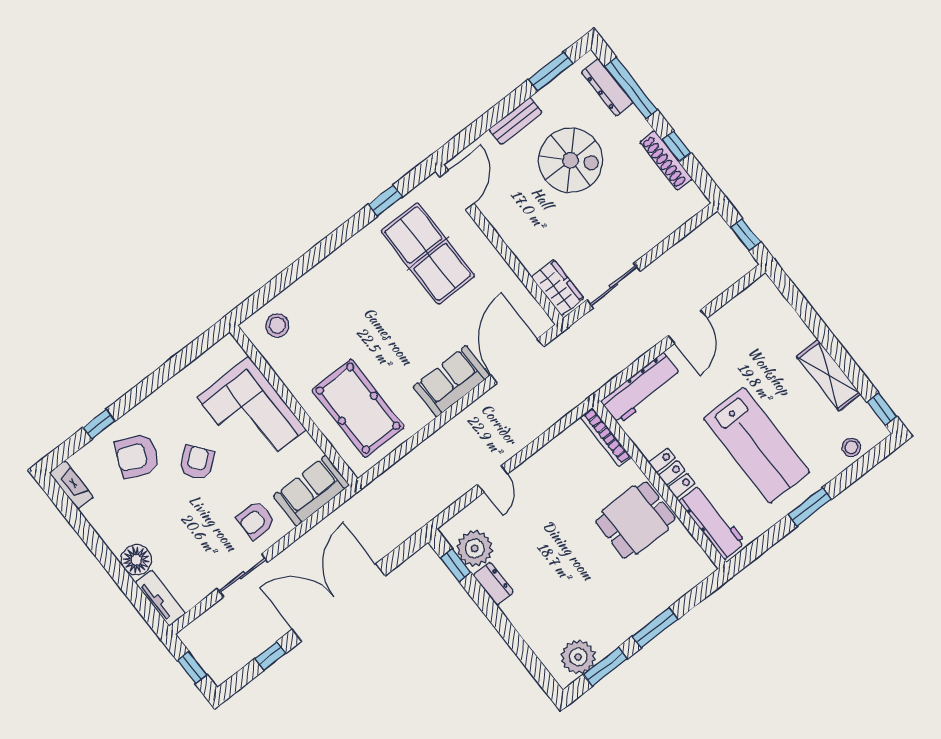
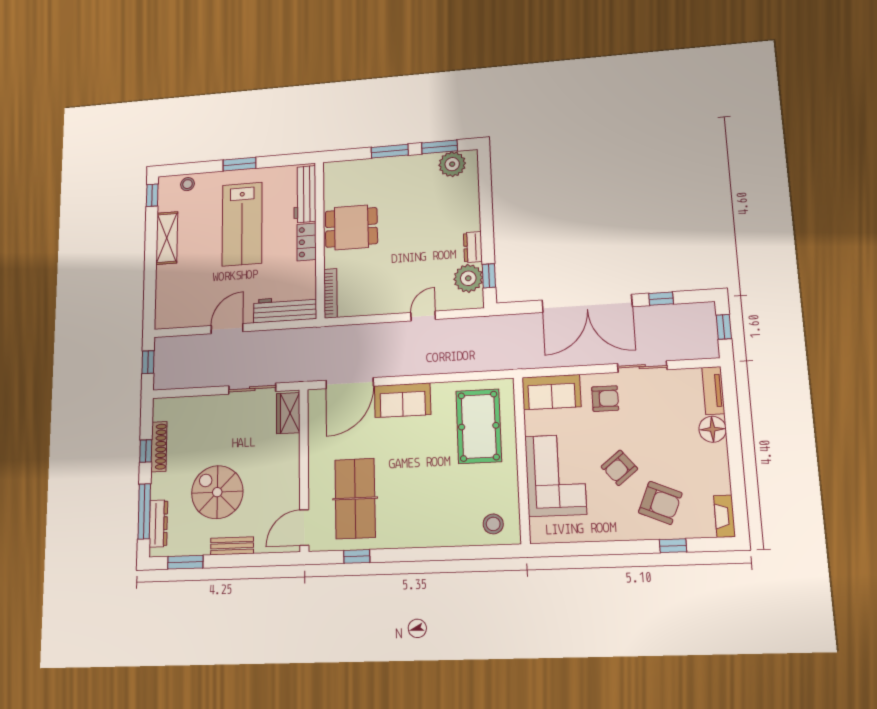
lab bench: (757, 445) -> (242, 224), turned 180

